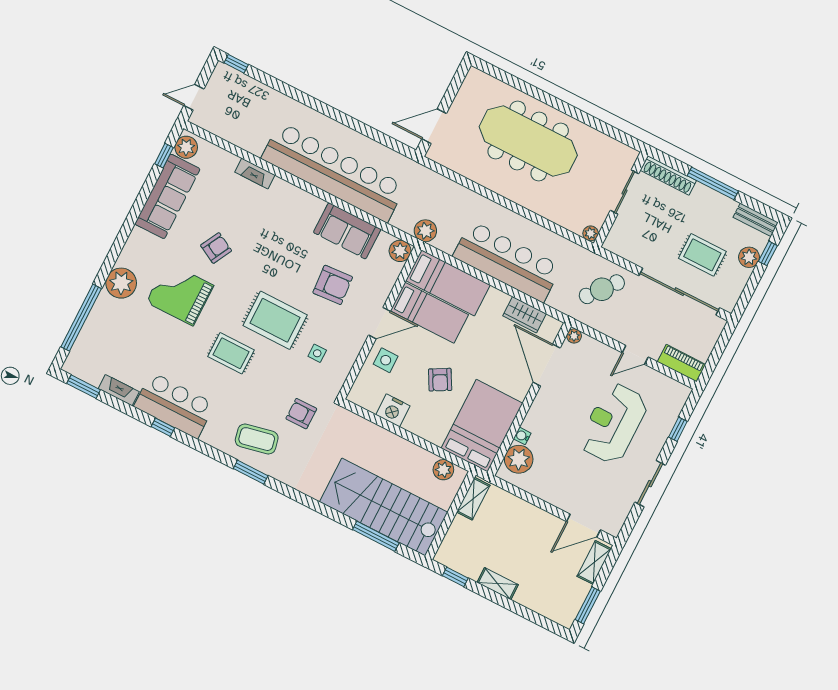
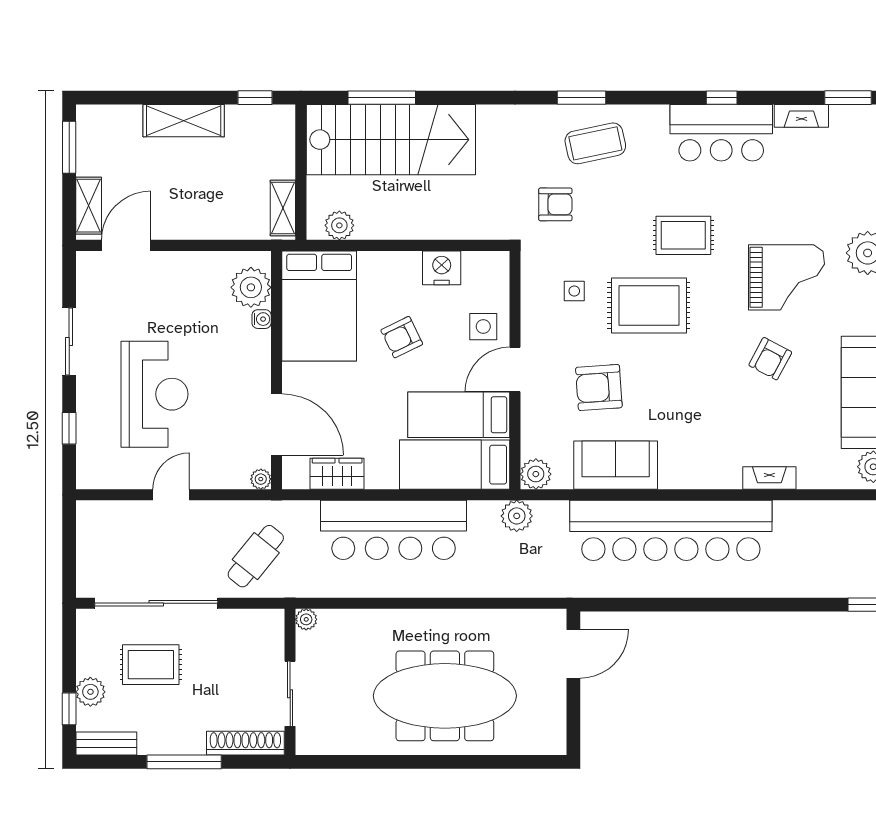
piano: (681, 363) -> (107, 514), removed
armchair: (440, 380) -> (402, 337), turned -87
shelving: (498, 584) -> (184, 121), width x1.50, depth x1.33

